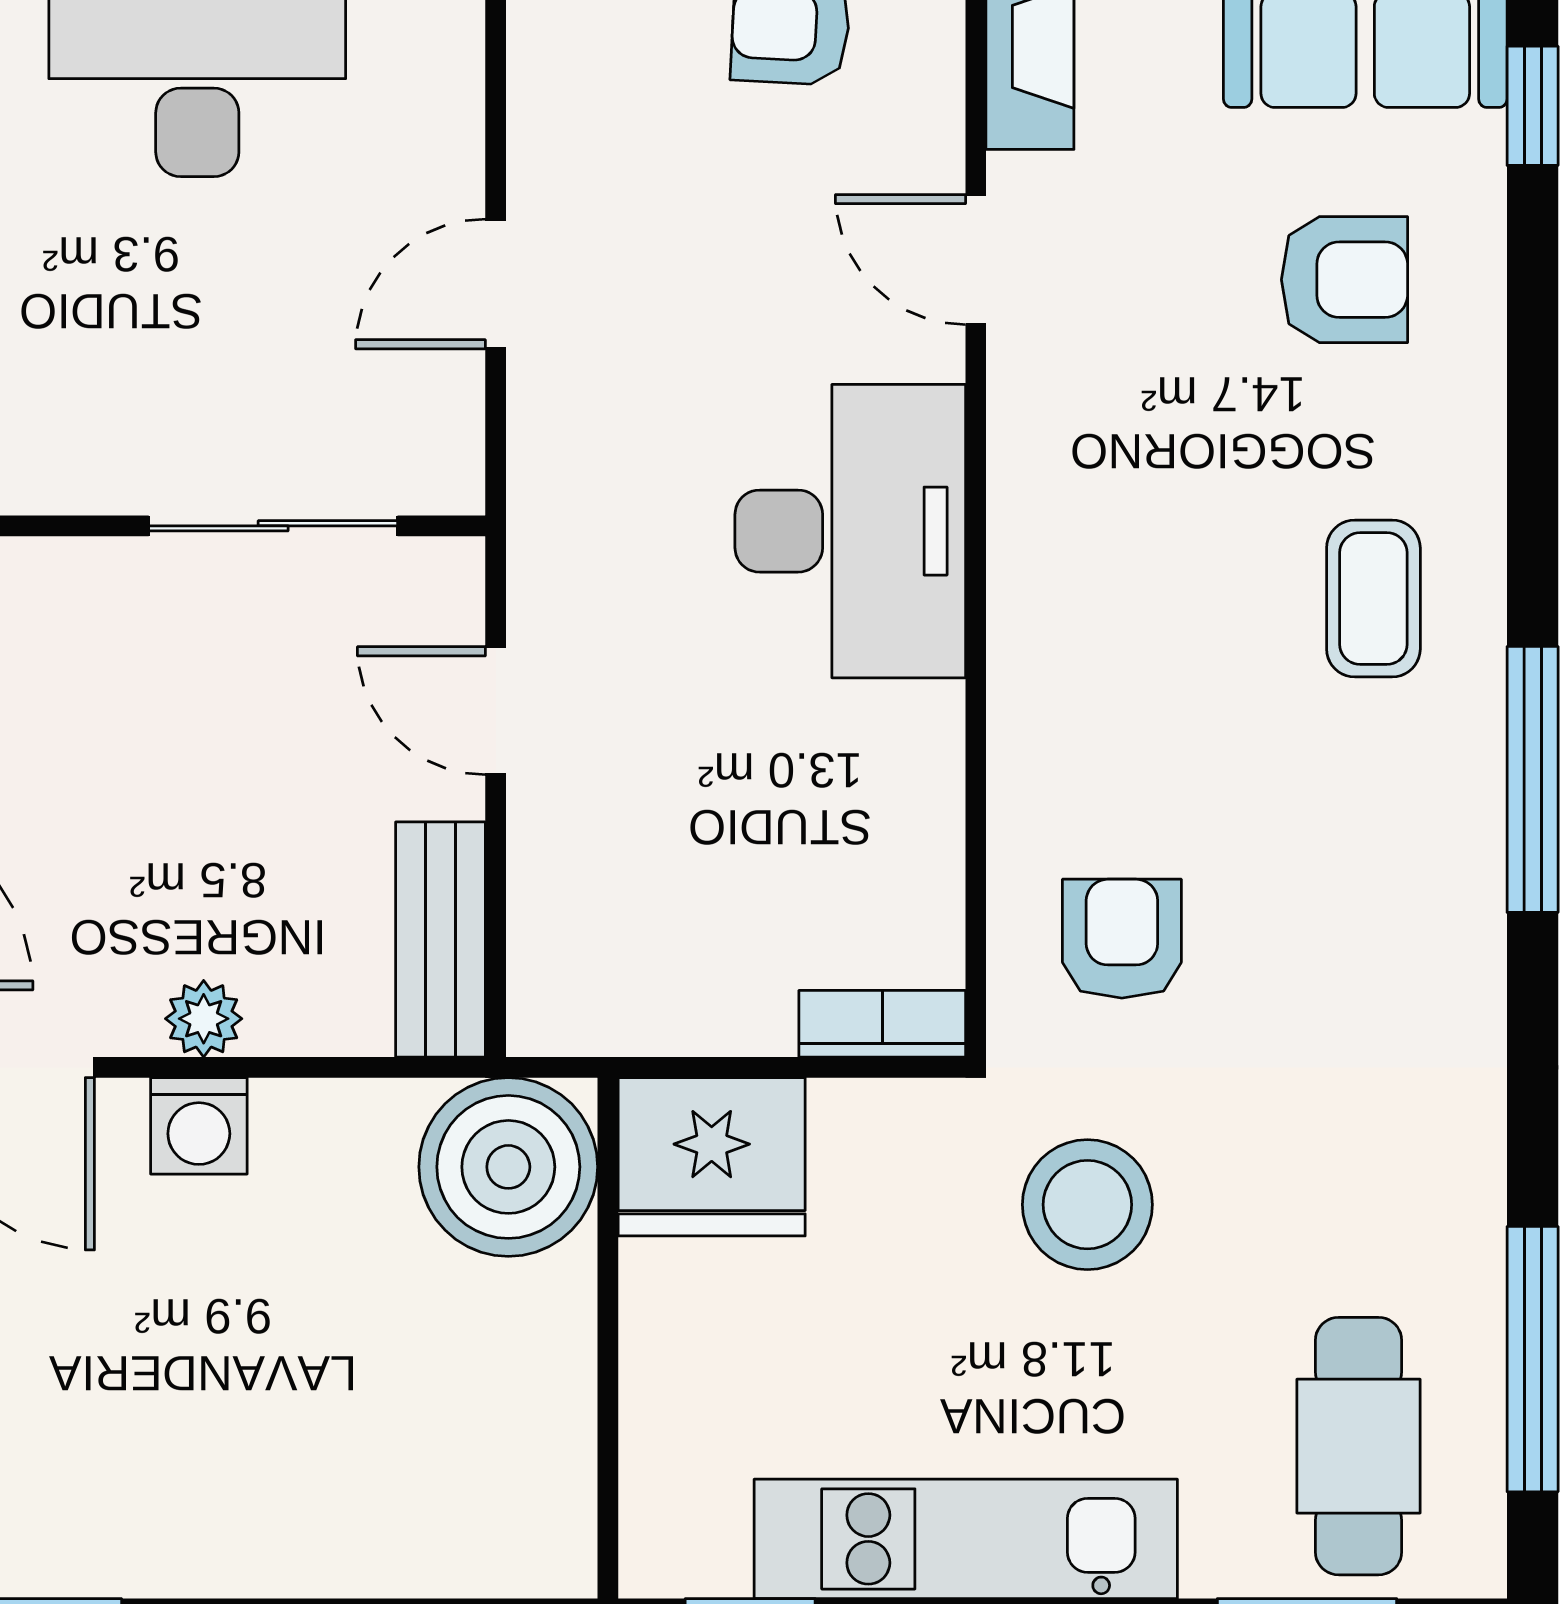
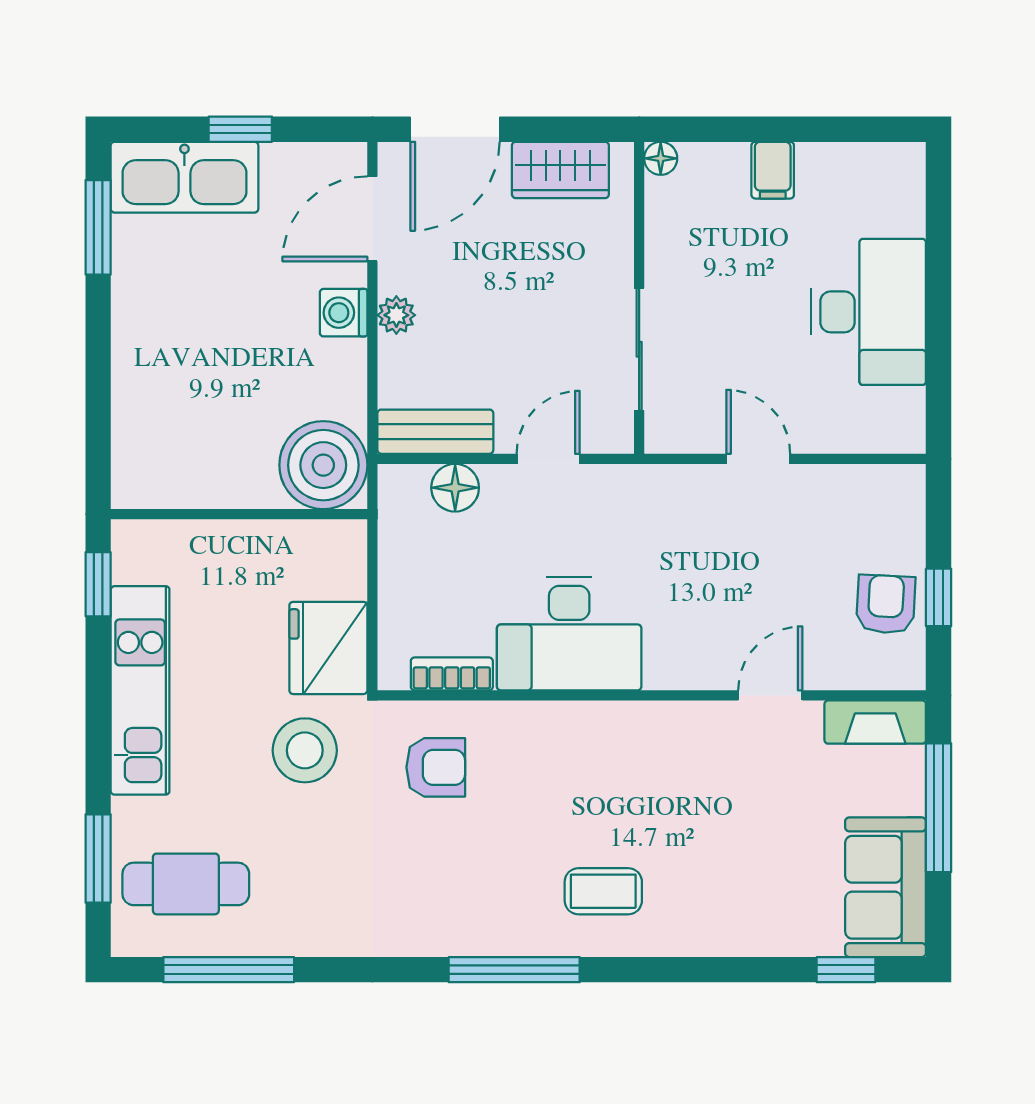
armchair: (1345, 280) -> (760, 877), removed
desk: (850, 531) -> (569, 634), moved
floor lamp: (554, 899) -> (455, 488), added
bookcase: (882, 1024) -> (452, 674), moved, turned -90
fridge: (712, 1157) -> (328, 648), moved

